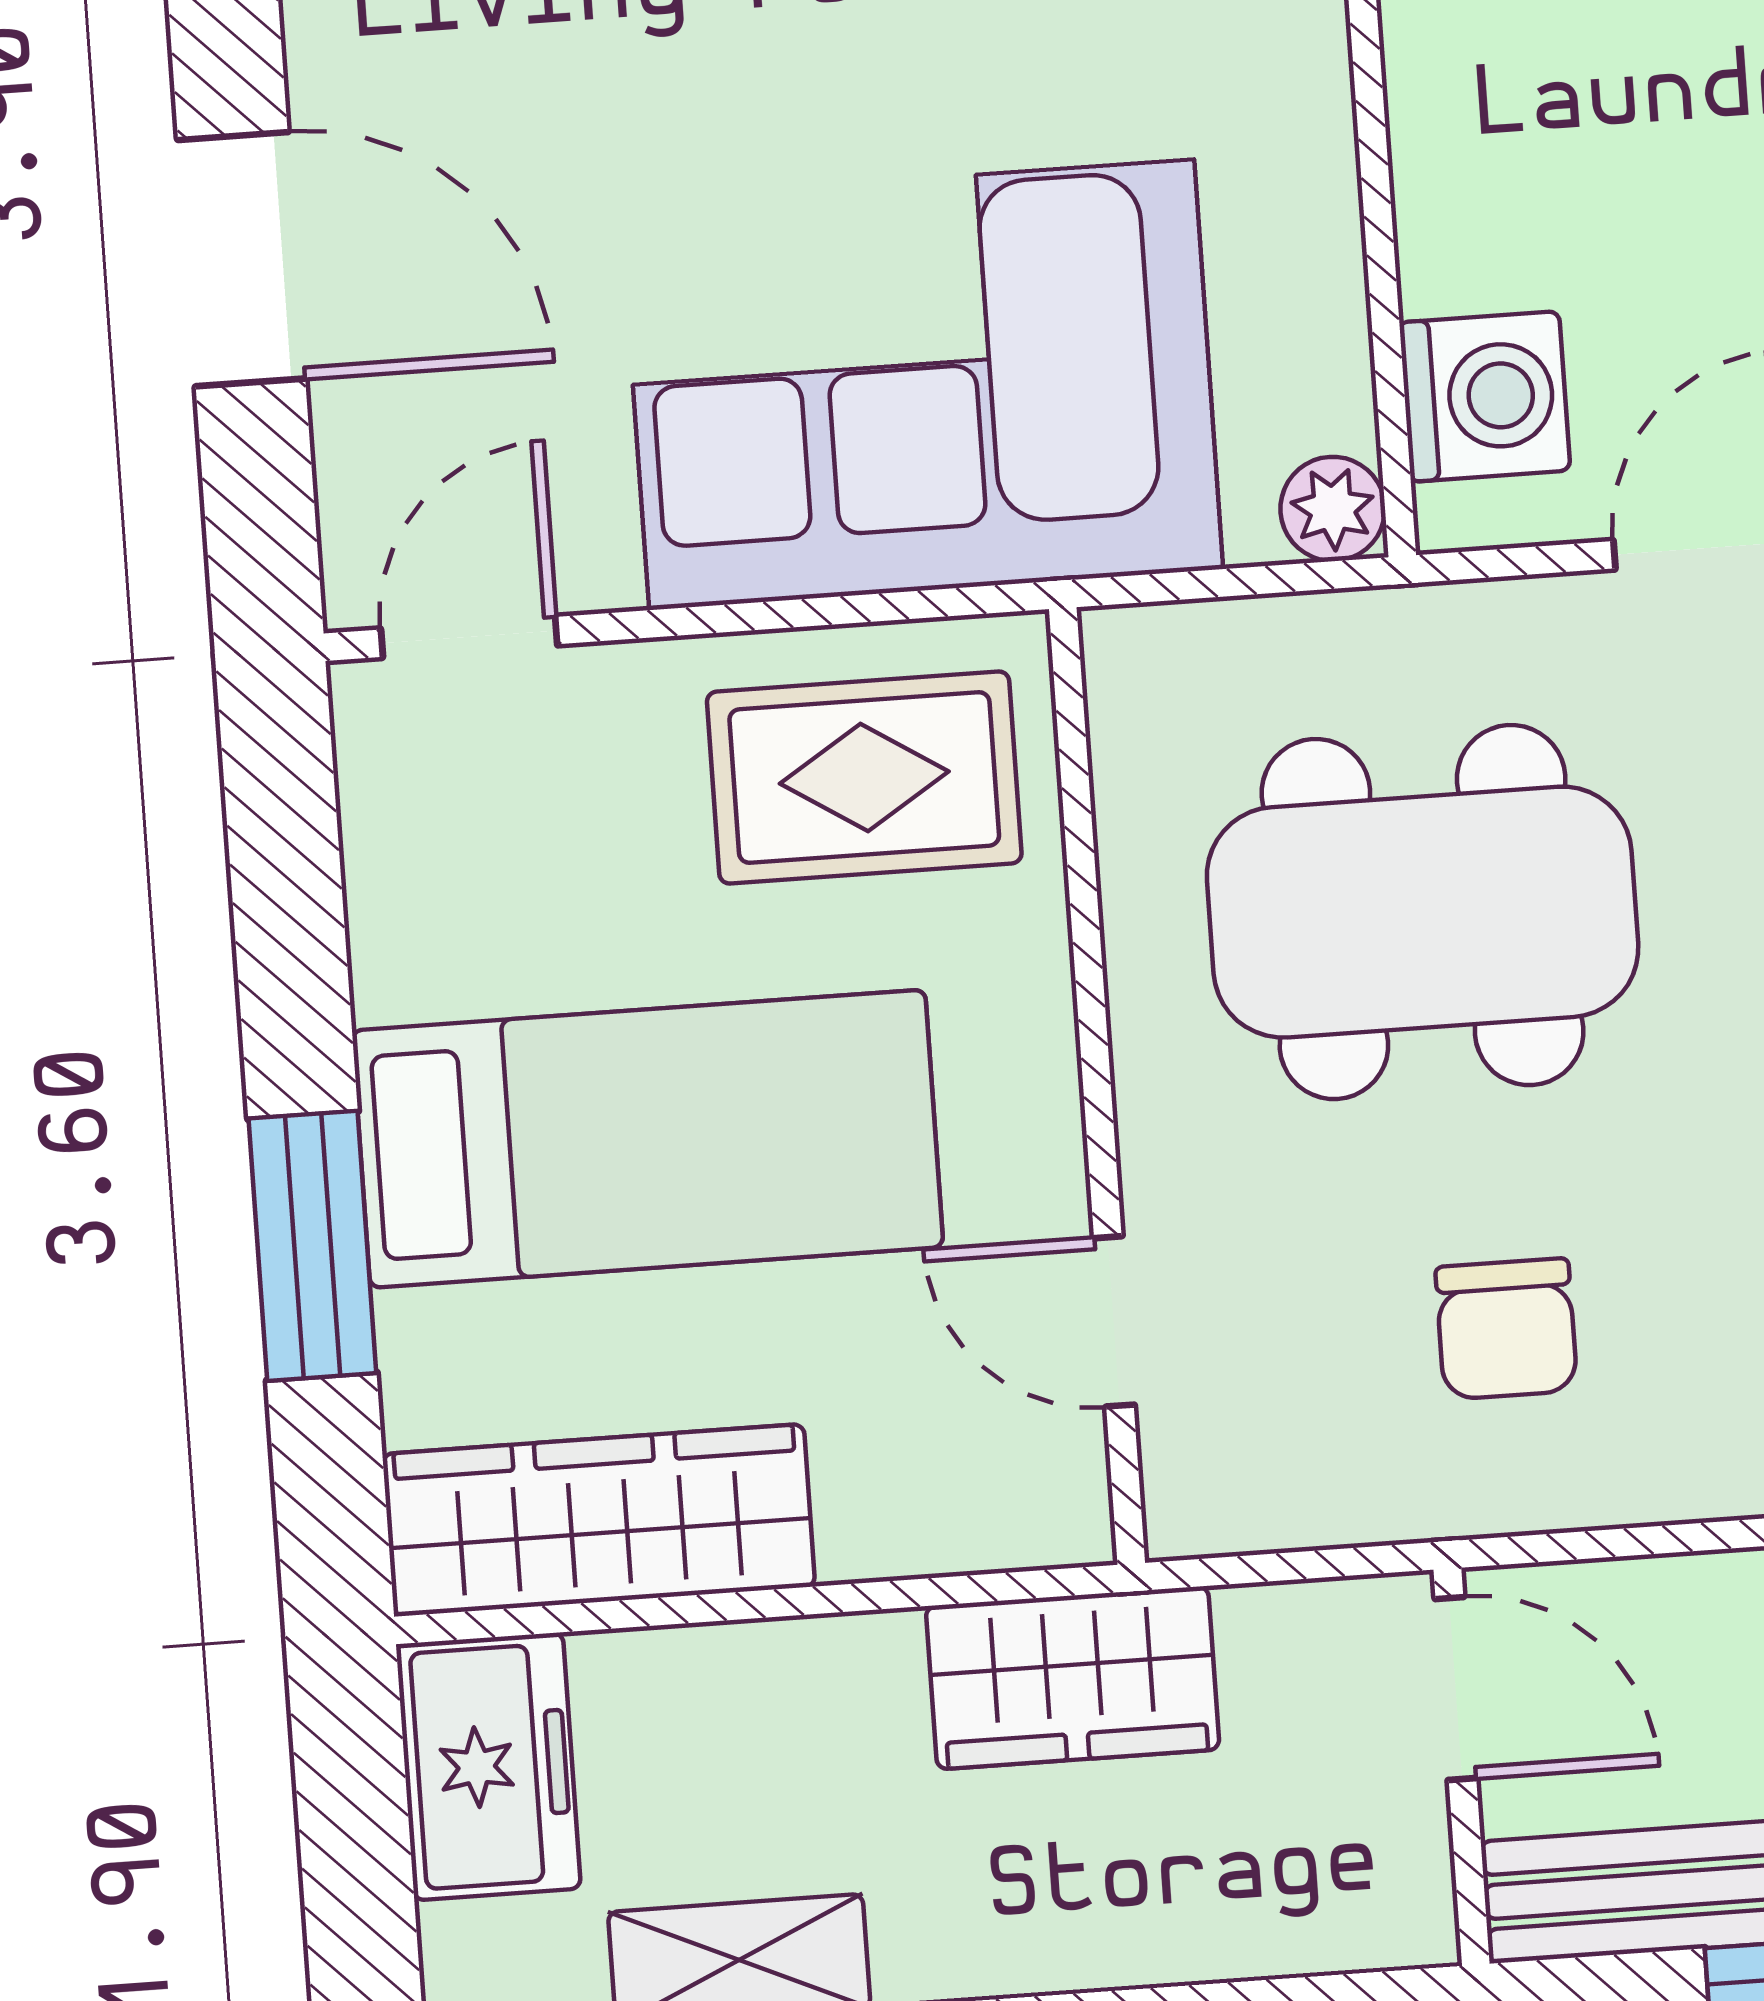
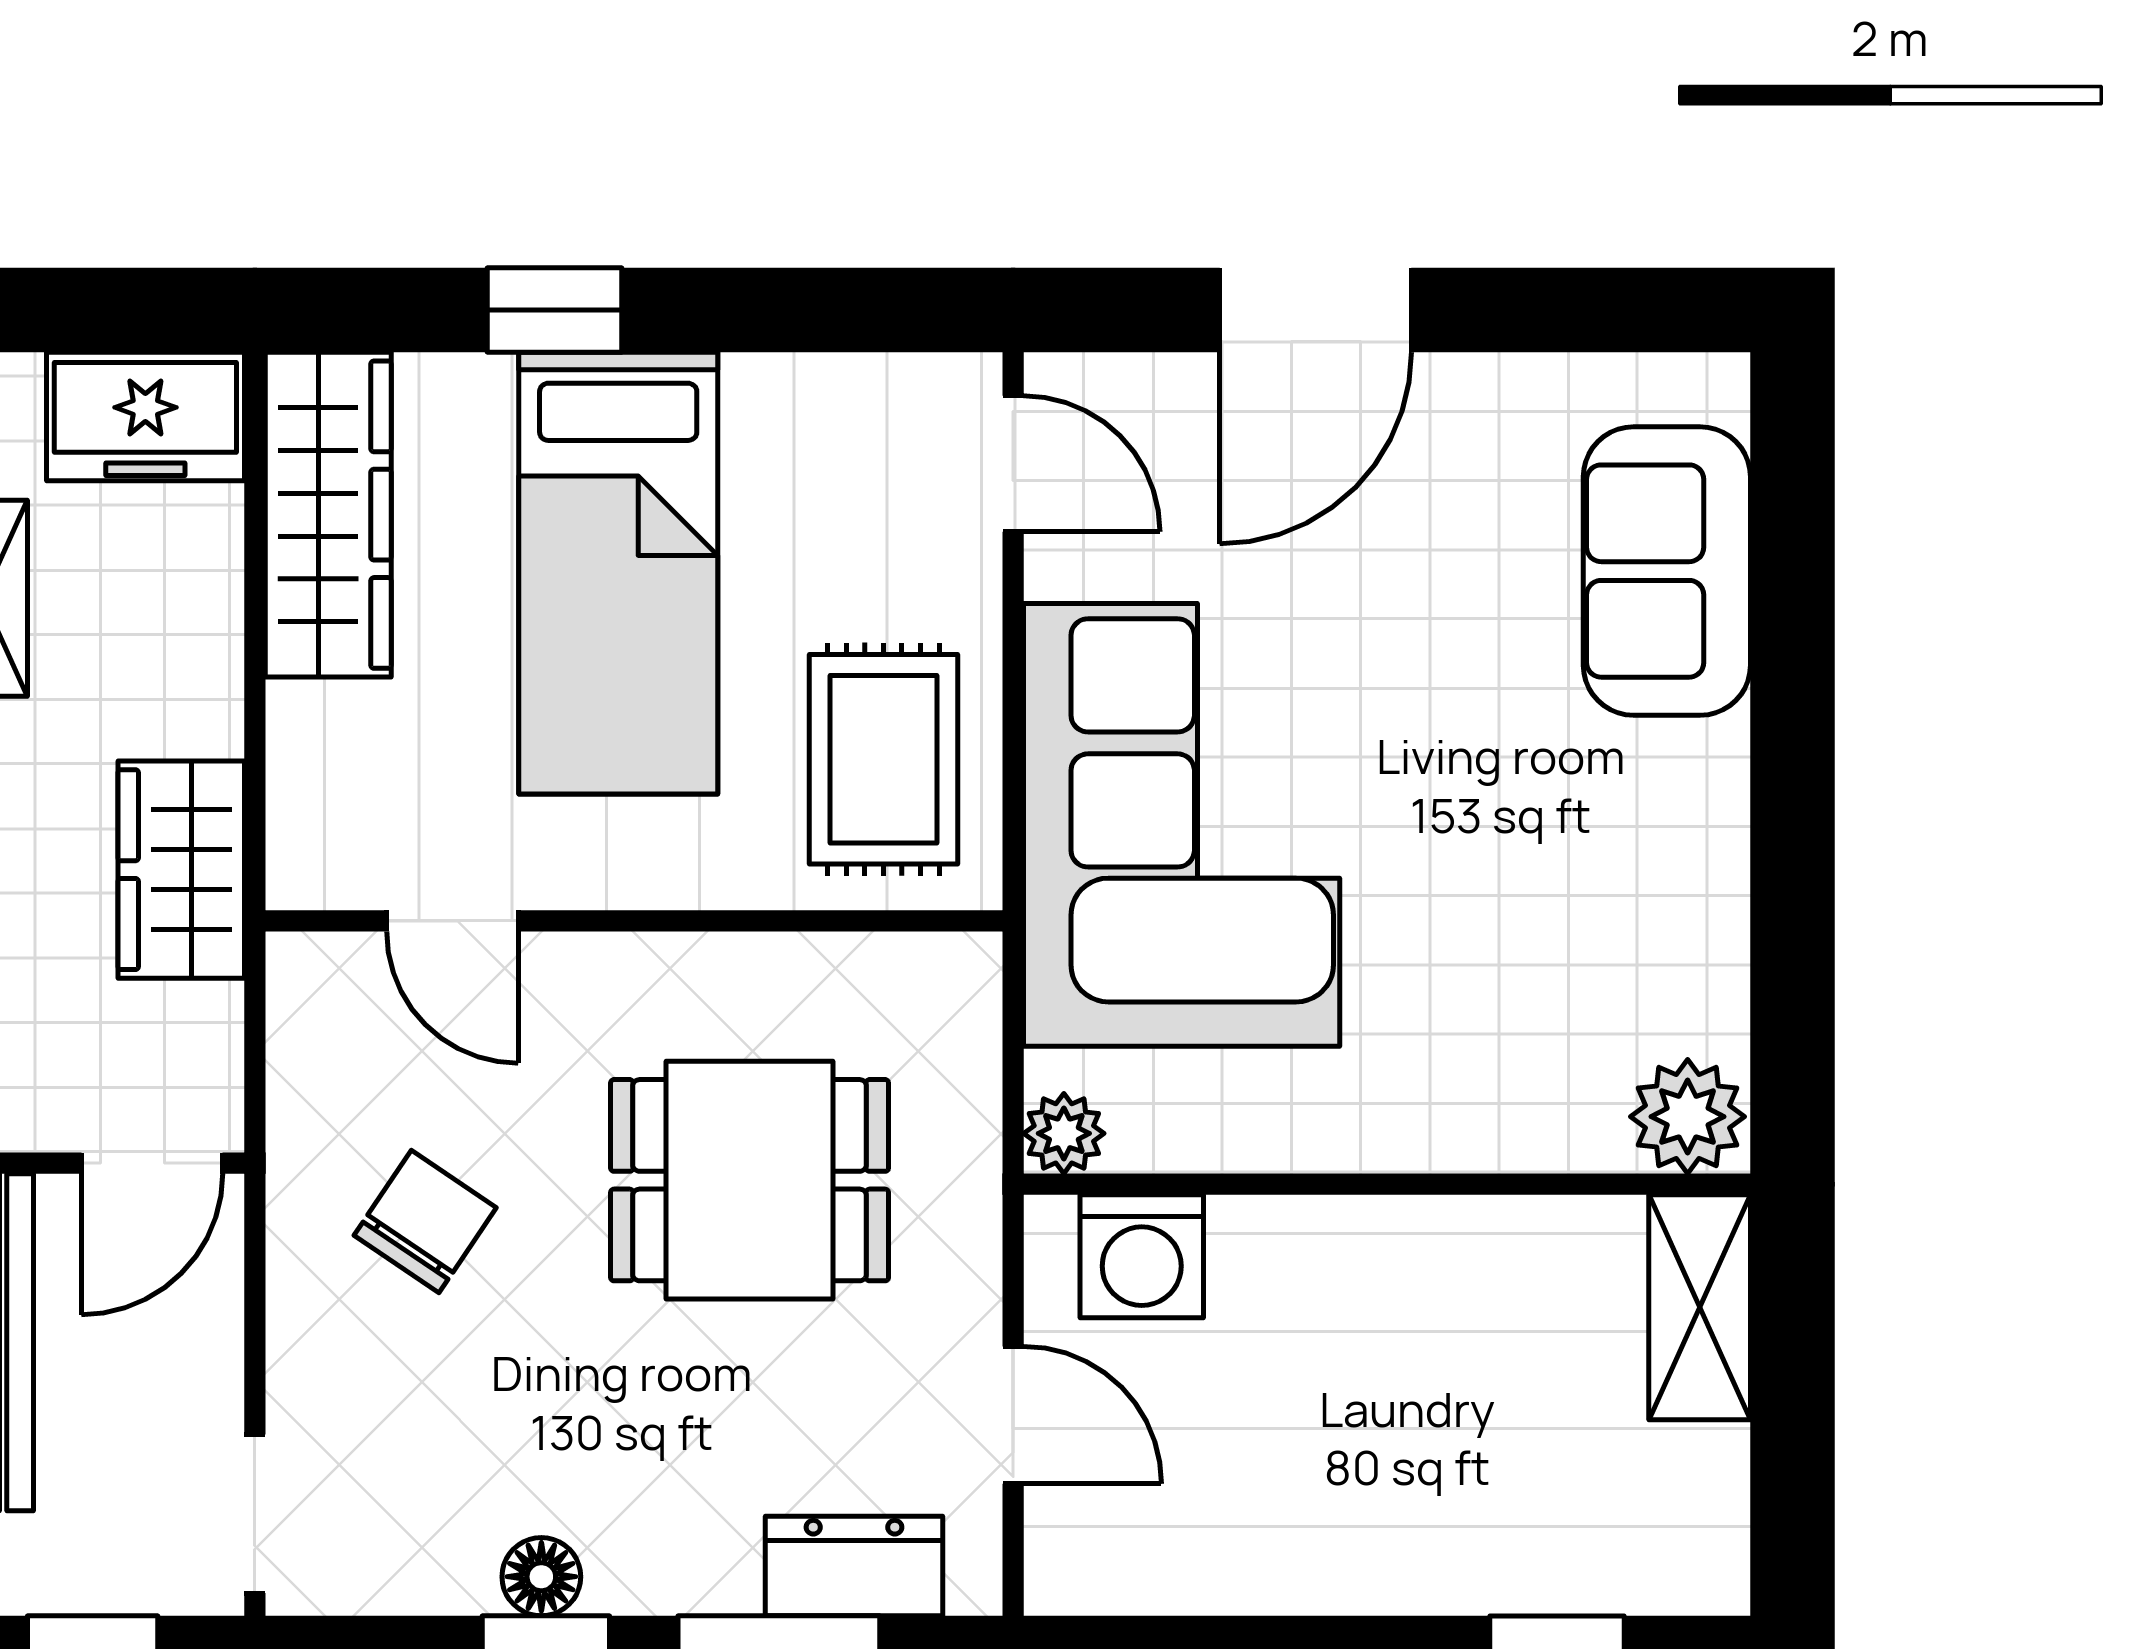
dining table: (1423, 912) -> (750, 1180), width x0.73
window: (312, 1246) -> (554, 310), width x0.67
door: (1114, 1321) -> (452, 921), swing flipped
chair: (1506, 1329) -> (425, 1222), turned 124

